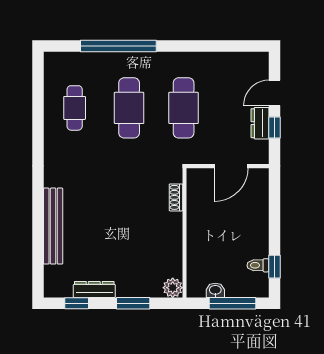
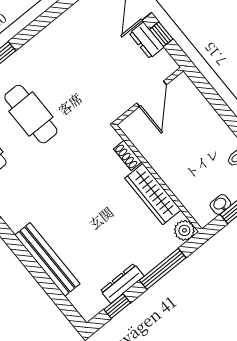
cafe table: (184, 108) -> (75, 78), removed
wardrobe: (171, 242) -> (153, 194), added
window: (133, 303) -> (163, 269), width x1.44

